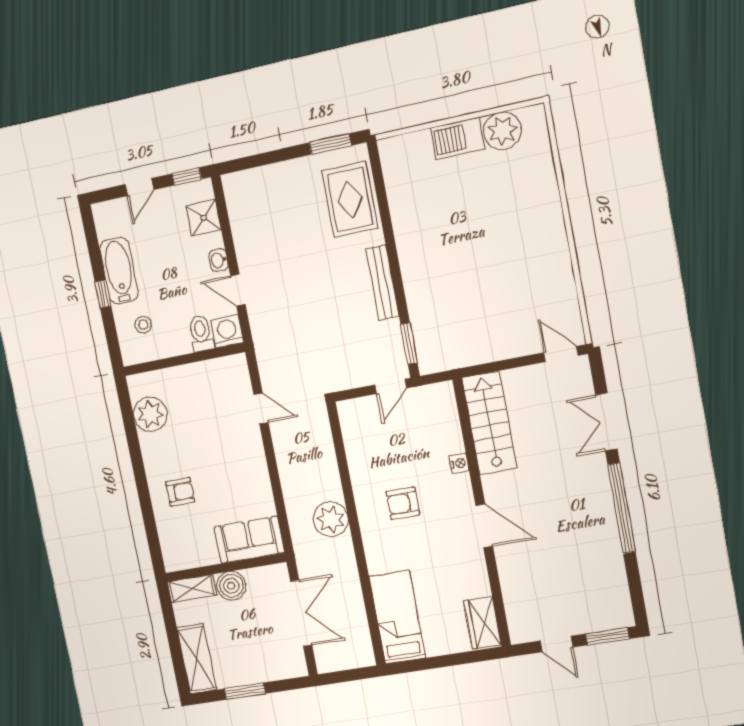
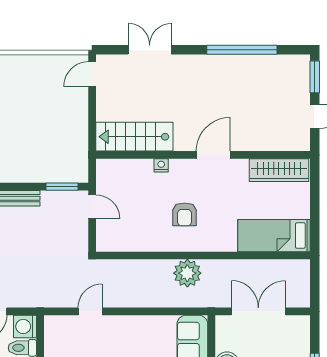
double door: (606, 422) -> (150, 50), swing flipped
window: (622, 508) -> (242, 50), moved
wardrobe: (482, 623) -> (279, 170), width x1.50

